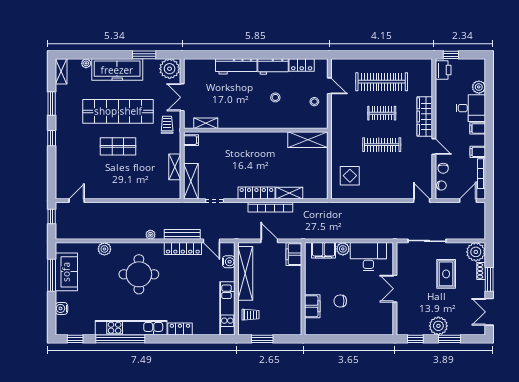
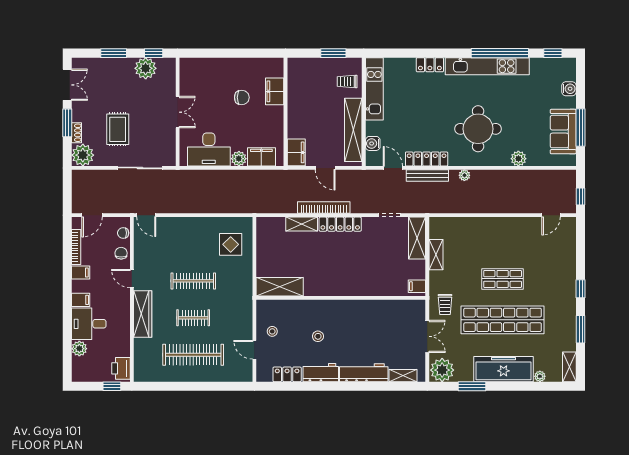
shelving: (206, 123) -> (403, 376), moved
plant: (438, 326) -> (146, 68), moved

